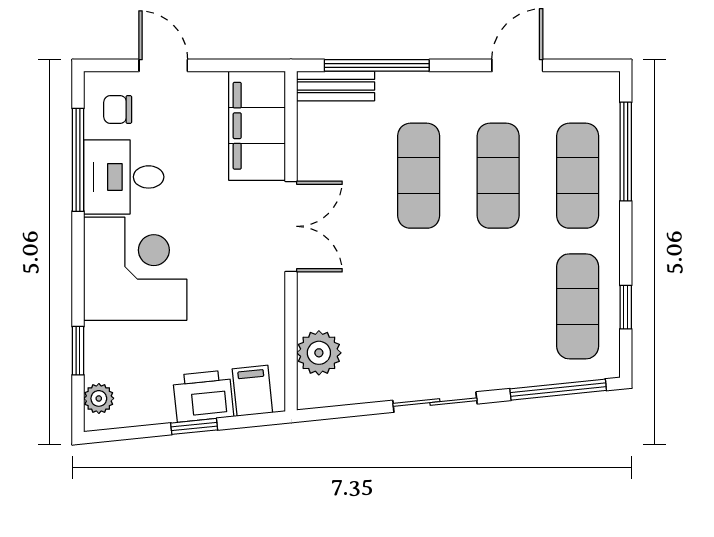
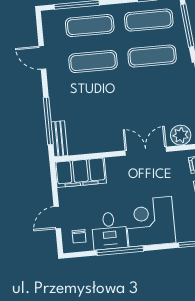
window: (78, 160) -> (120, 251), moved
exercise mat: (419, 176) -> (152, 56), moved
double door: (291, 226) -> (146, 151), moved

